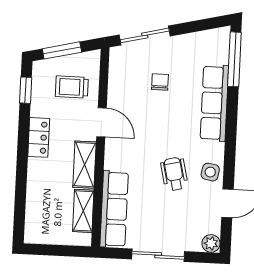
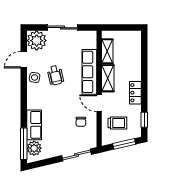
plant: (217, 51) -> (34, 148), added
chair: (160, 82) -> (81, 122), moved
row of seats: (214, 103) -> (34, 125), width x0.68
row of seats: (114, 209) -> (89, 72), moved
plant: (211, 243) -> (37, 41), width x1.88, depth x1.88

